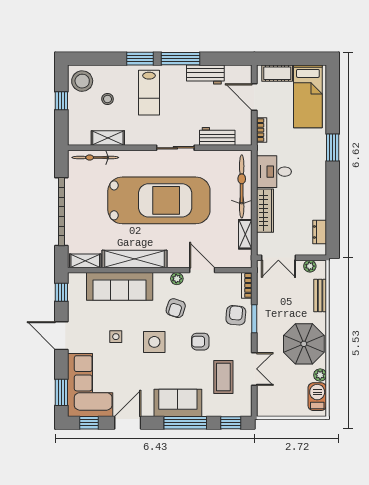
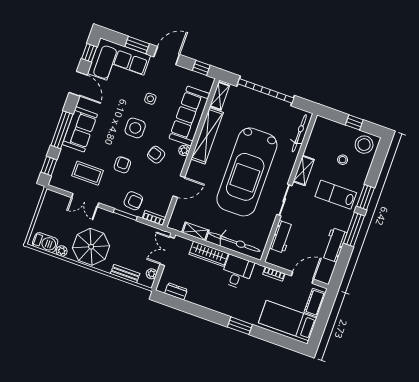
shelving: (108, 138) -> (304, 170), moved
plant: (177, 279) -> (184, 150), moved
window: (61, 392) -> (137, 45), moved

